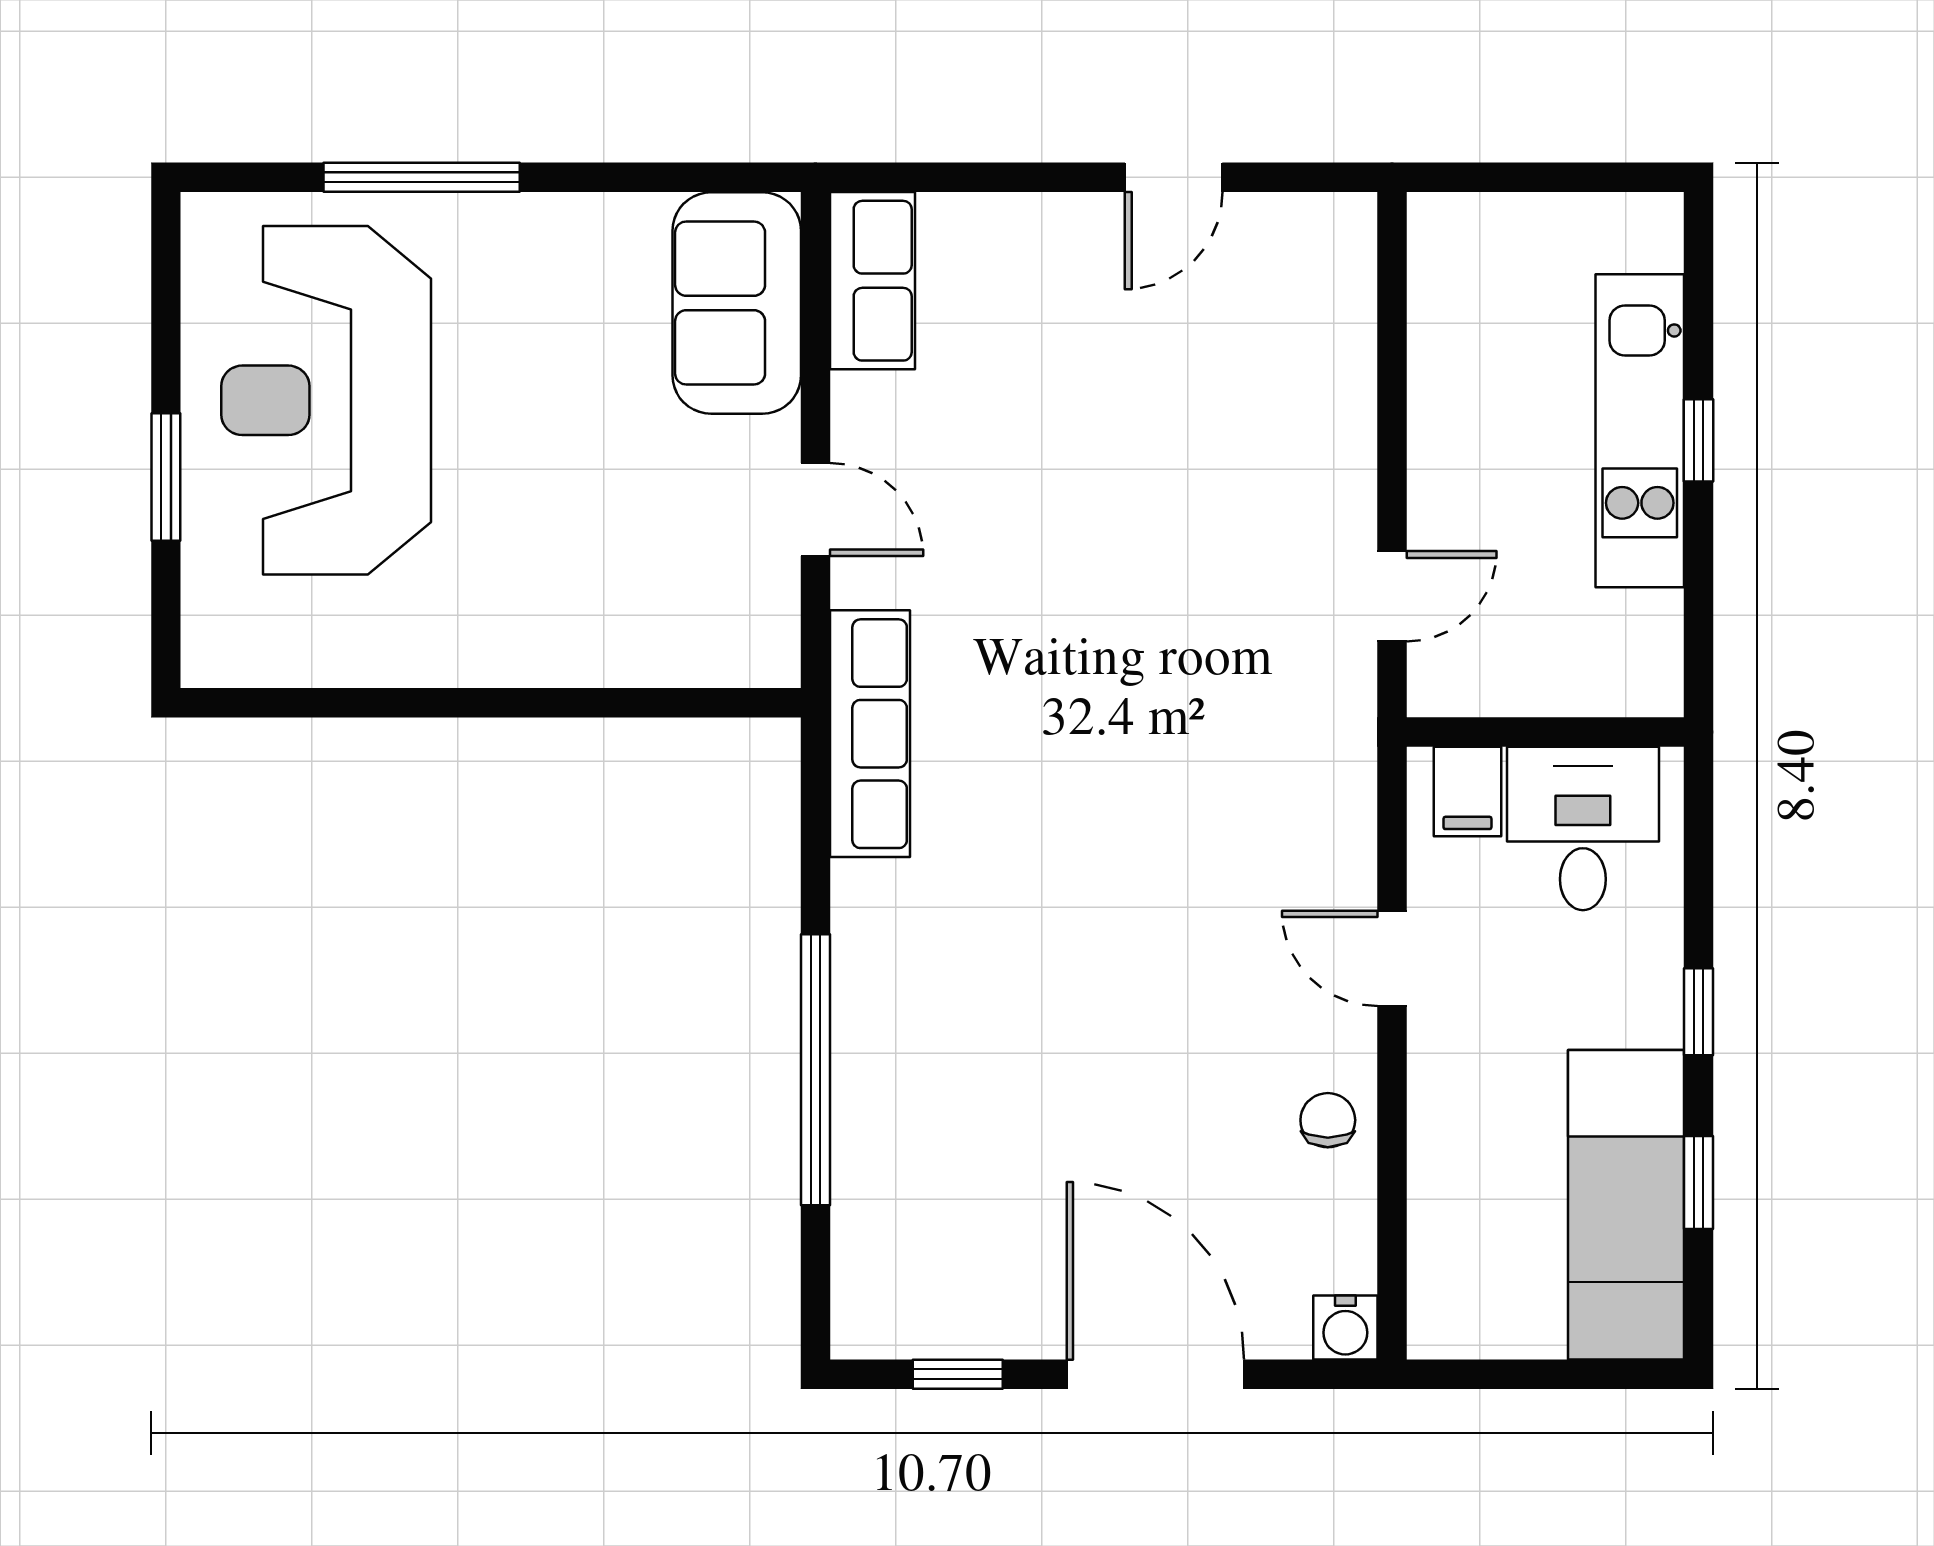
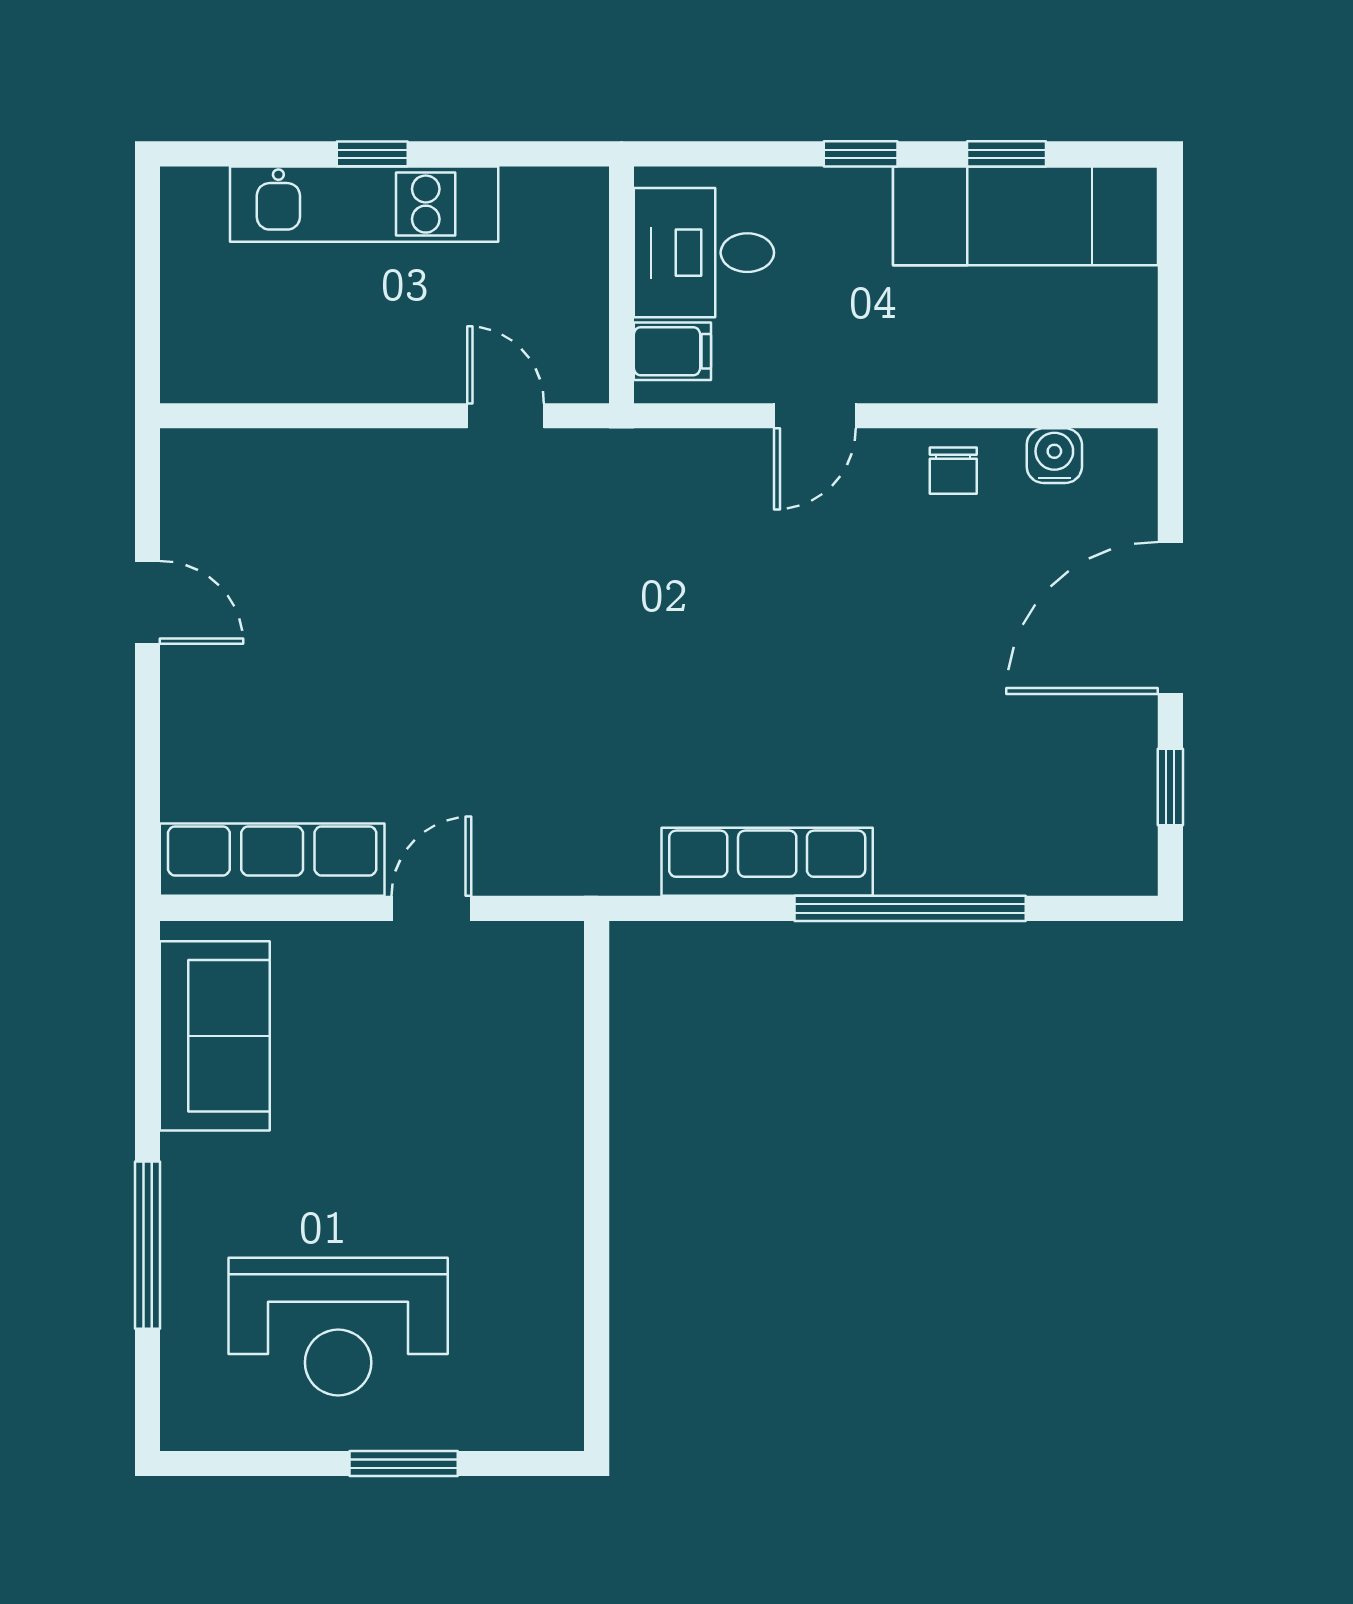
row of seats: (872, 281) -> (272, 860), width x1.48
sofa: (737, 303) -> (215, 1036), moved, turned -90
reception desk: (326, 400) -> (338, 1327), width x0.74, depth x0.77
row of seats: (870, 734) -> (767, 862), moved
chair: (1328, 1120) -> (953, 471), turned -90
water cooler: (1345, 1328) -> (1054, 456), moved, turned -90

